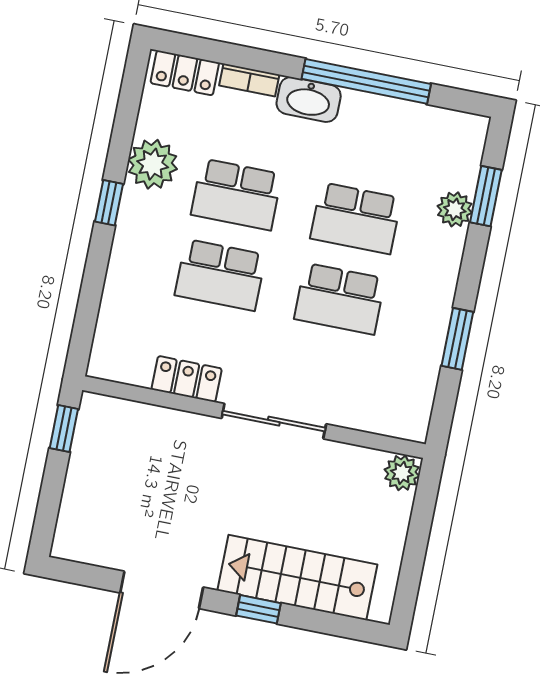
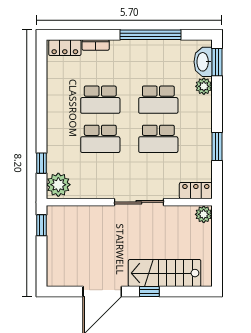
washbasin: (309, 100) -> (203, 62), moved, turned 90
plant: (153, 164) -> (58, 185), moved
window: (486, 196) -> (217, 62), moved
window: (109, 203) -> (42, 163), moved
locker: (187, 379) -> (196, 191), moved

